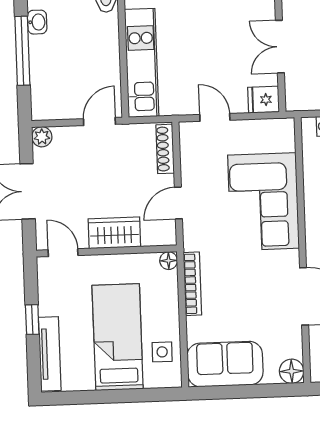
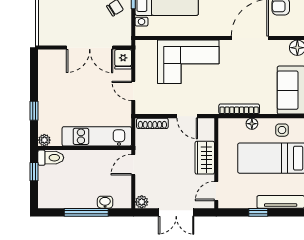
washbasin: (37, 22) -> (105, 202), moved
double door: (280, 47) -> (90, 48), width x1.37
door: (215, 117) -> (133, 91), hinge flipped
door: (99, 122) -> (133, 165), hinge flipped
floor lamp: (169, 261) -> (252, 124), moved

